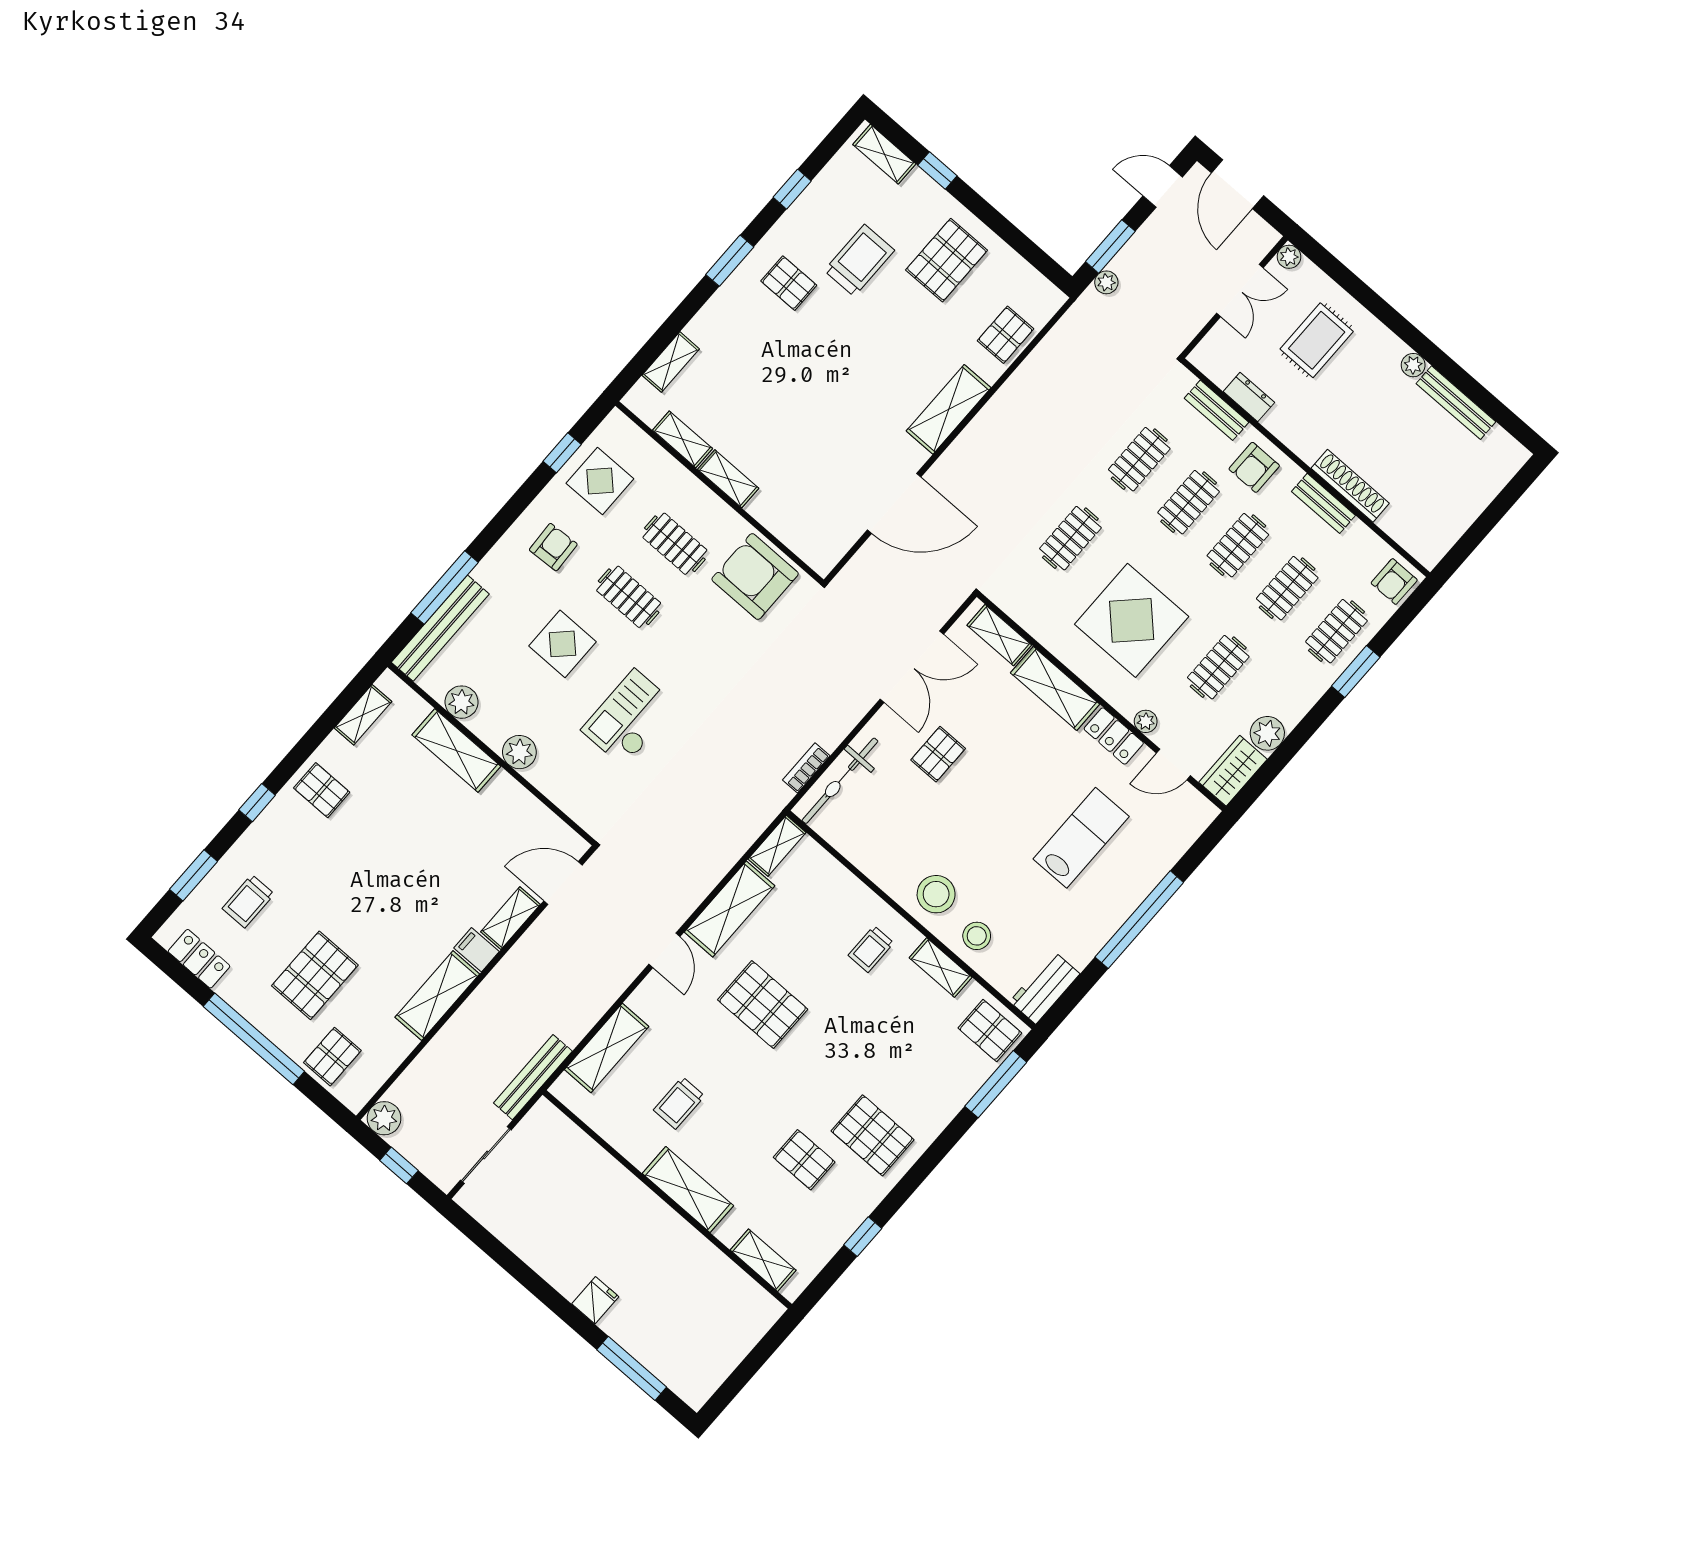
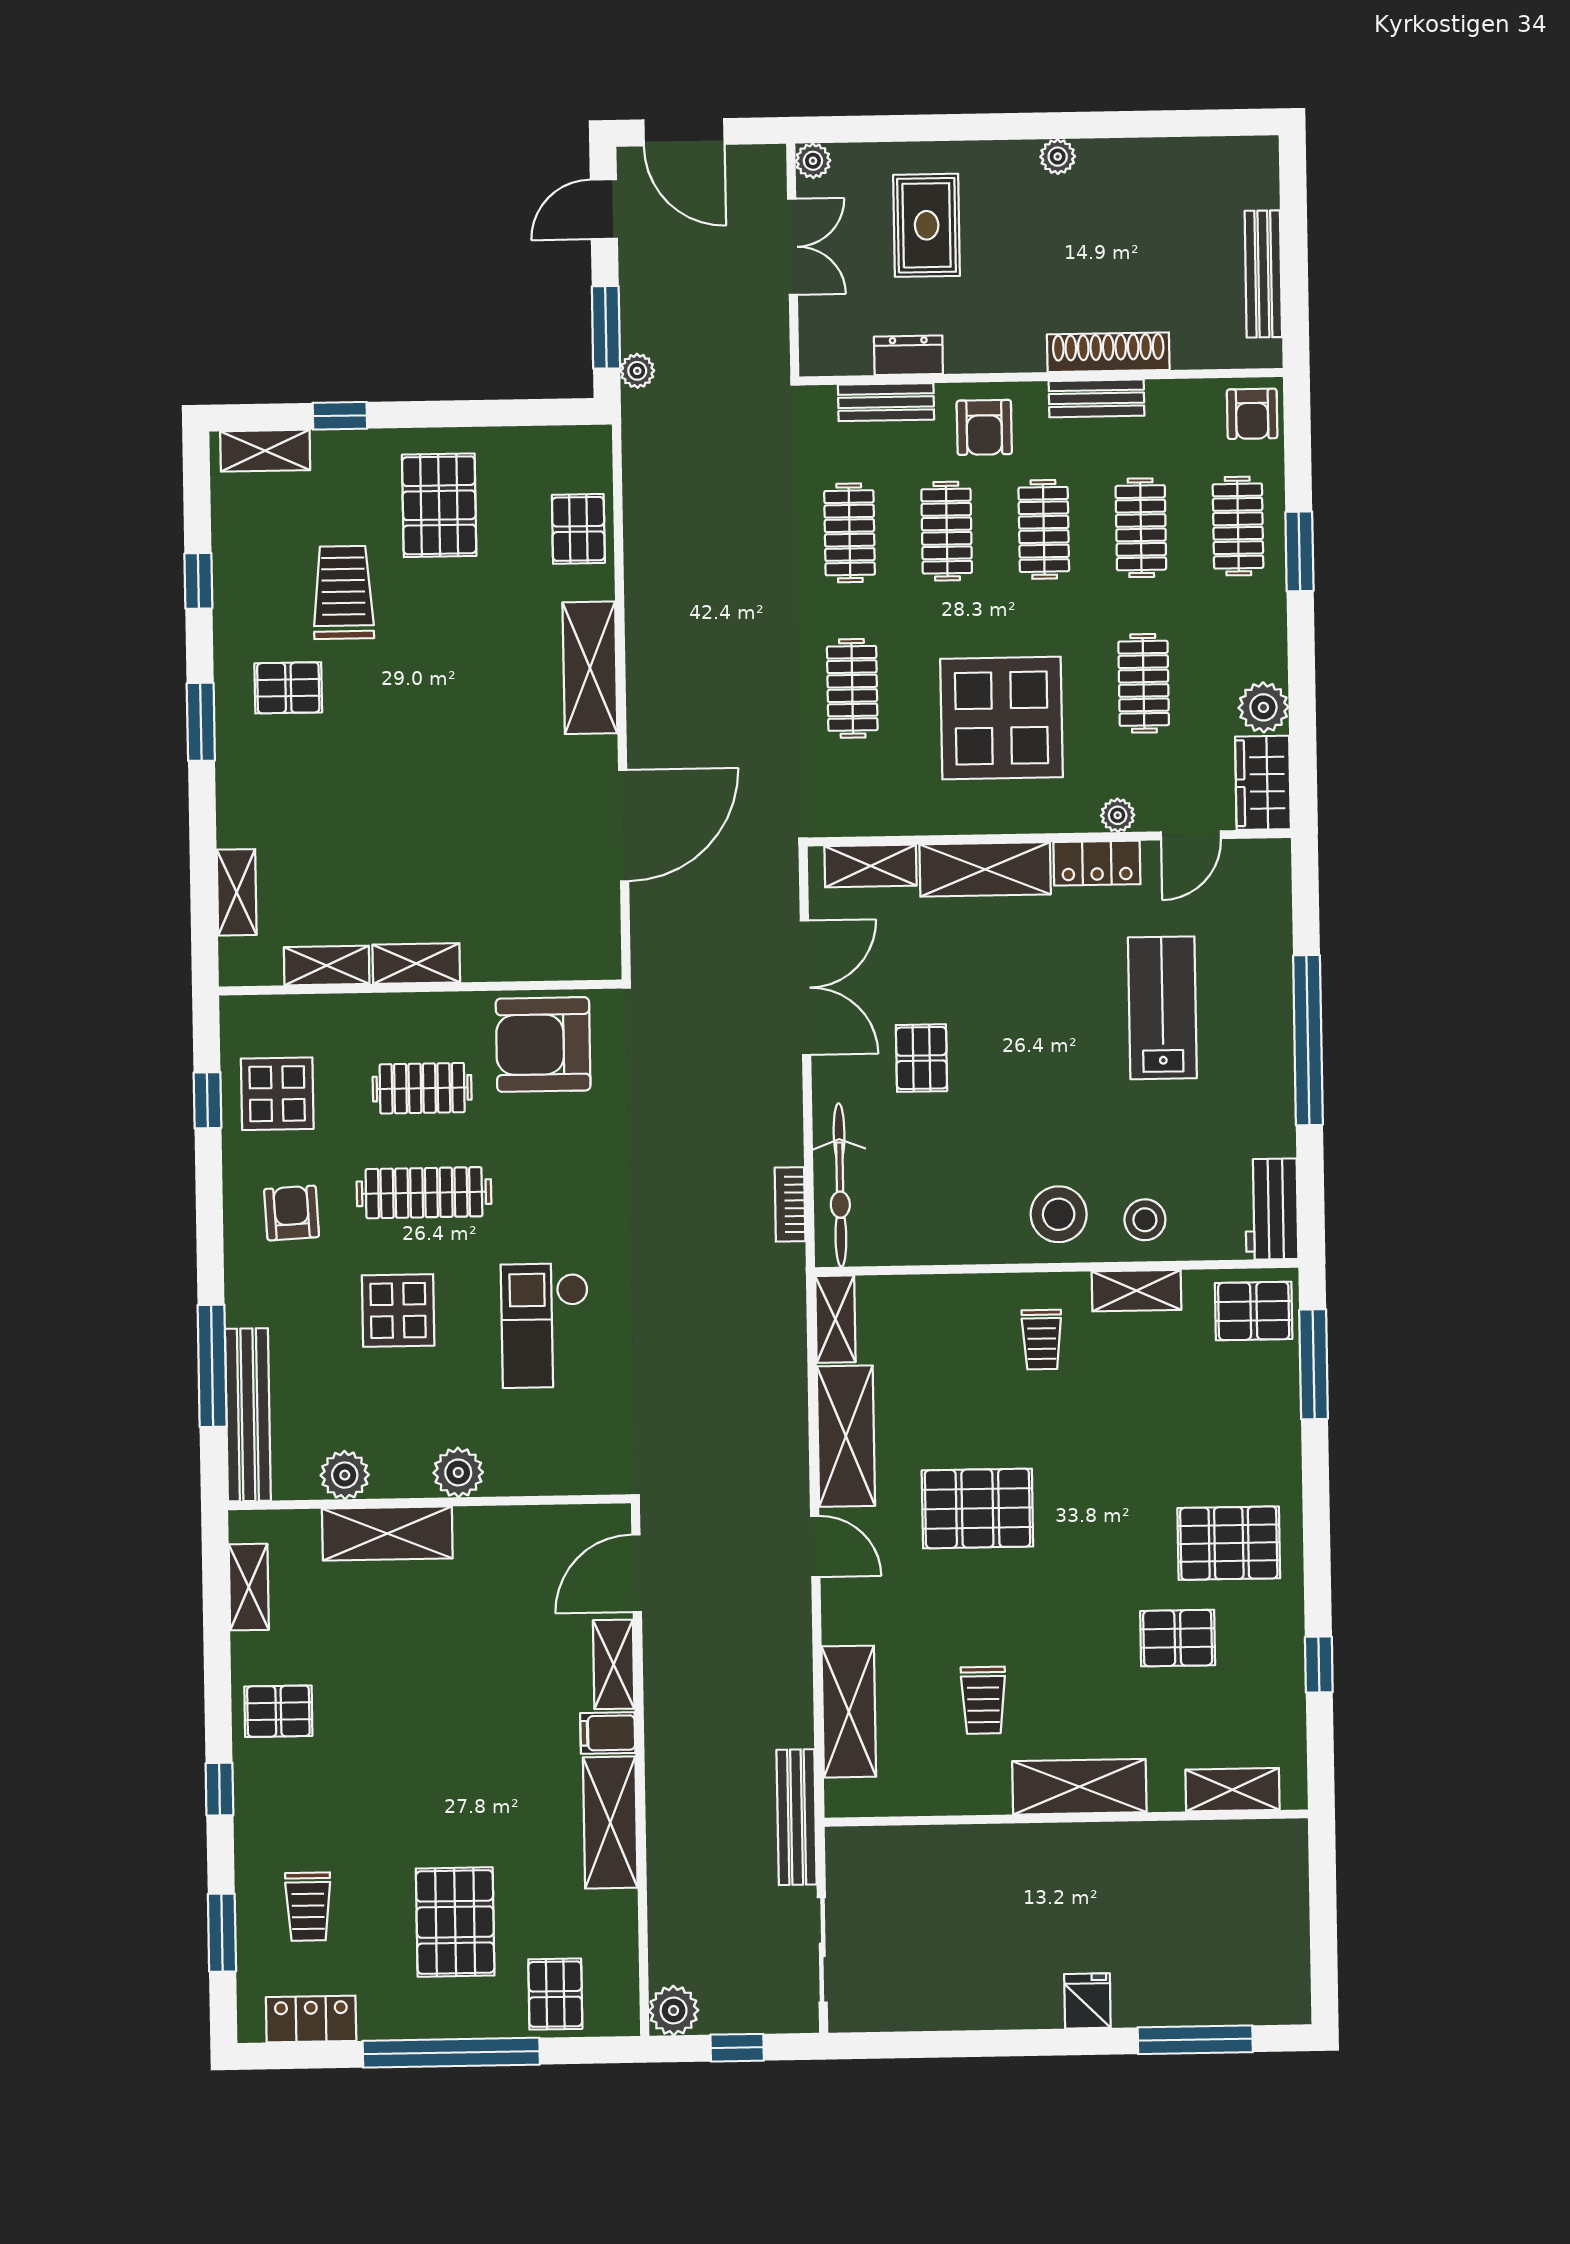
bench: (1456, 403) -> (1263, 274), moved, turned 90
clothes rail: (629, 597) -> (424, 1193), width x1.36

